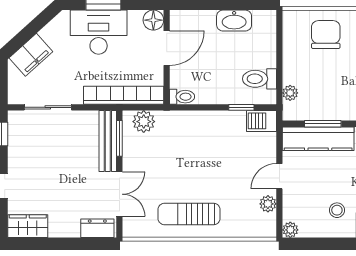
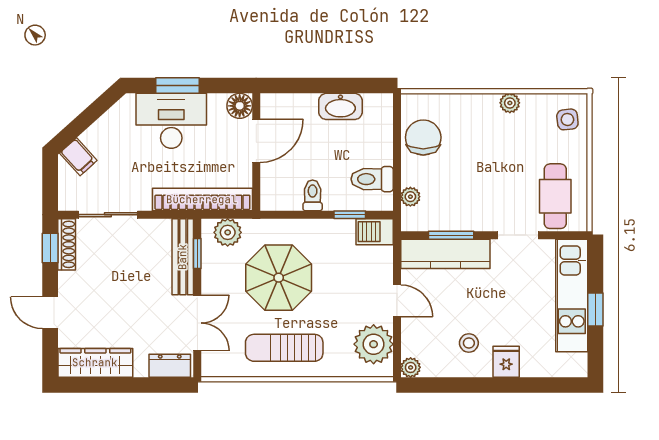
chair: (326, 35) -> (423, 137), moved
filing cabinet: (31, 55) -> (78, 157), width x0.50
toilet: (182, 97) -> (313, 195), moved, turned -90
shoe rack: (15, 131) -> (67, 244), added
window: (119, 138) -> (197, 253), width x0.67
parasol: (185, 158) -> (279, 278), added
door: (279, 176) -> (397, 301), swing flipped
plant: (268, 204) -> (374, 344), width x1.87, depth x1.87
wardrobe: (28, 226) -> (95, 363), width x1.50

